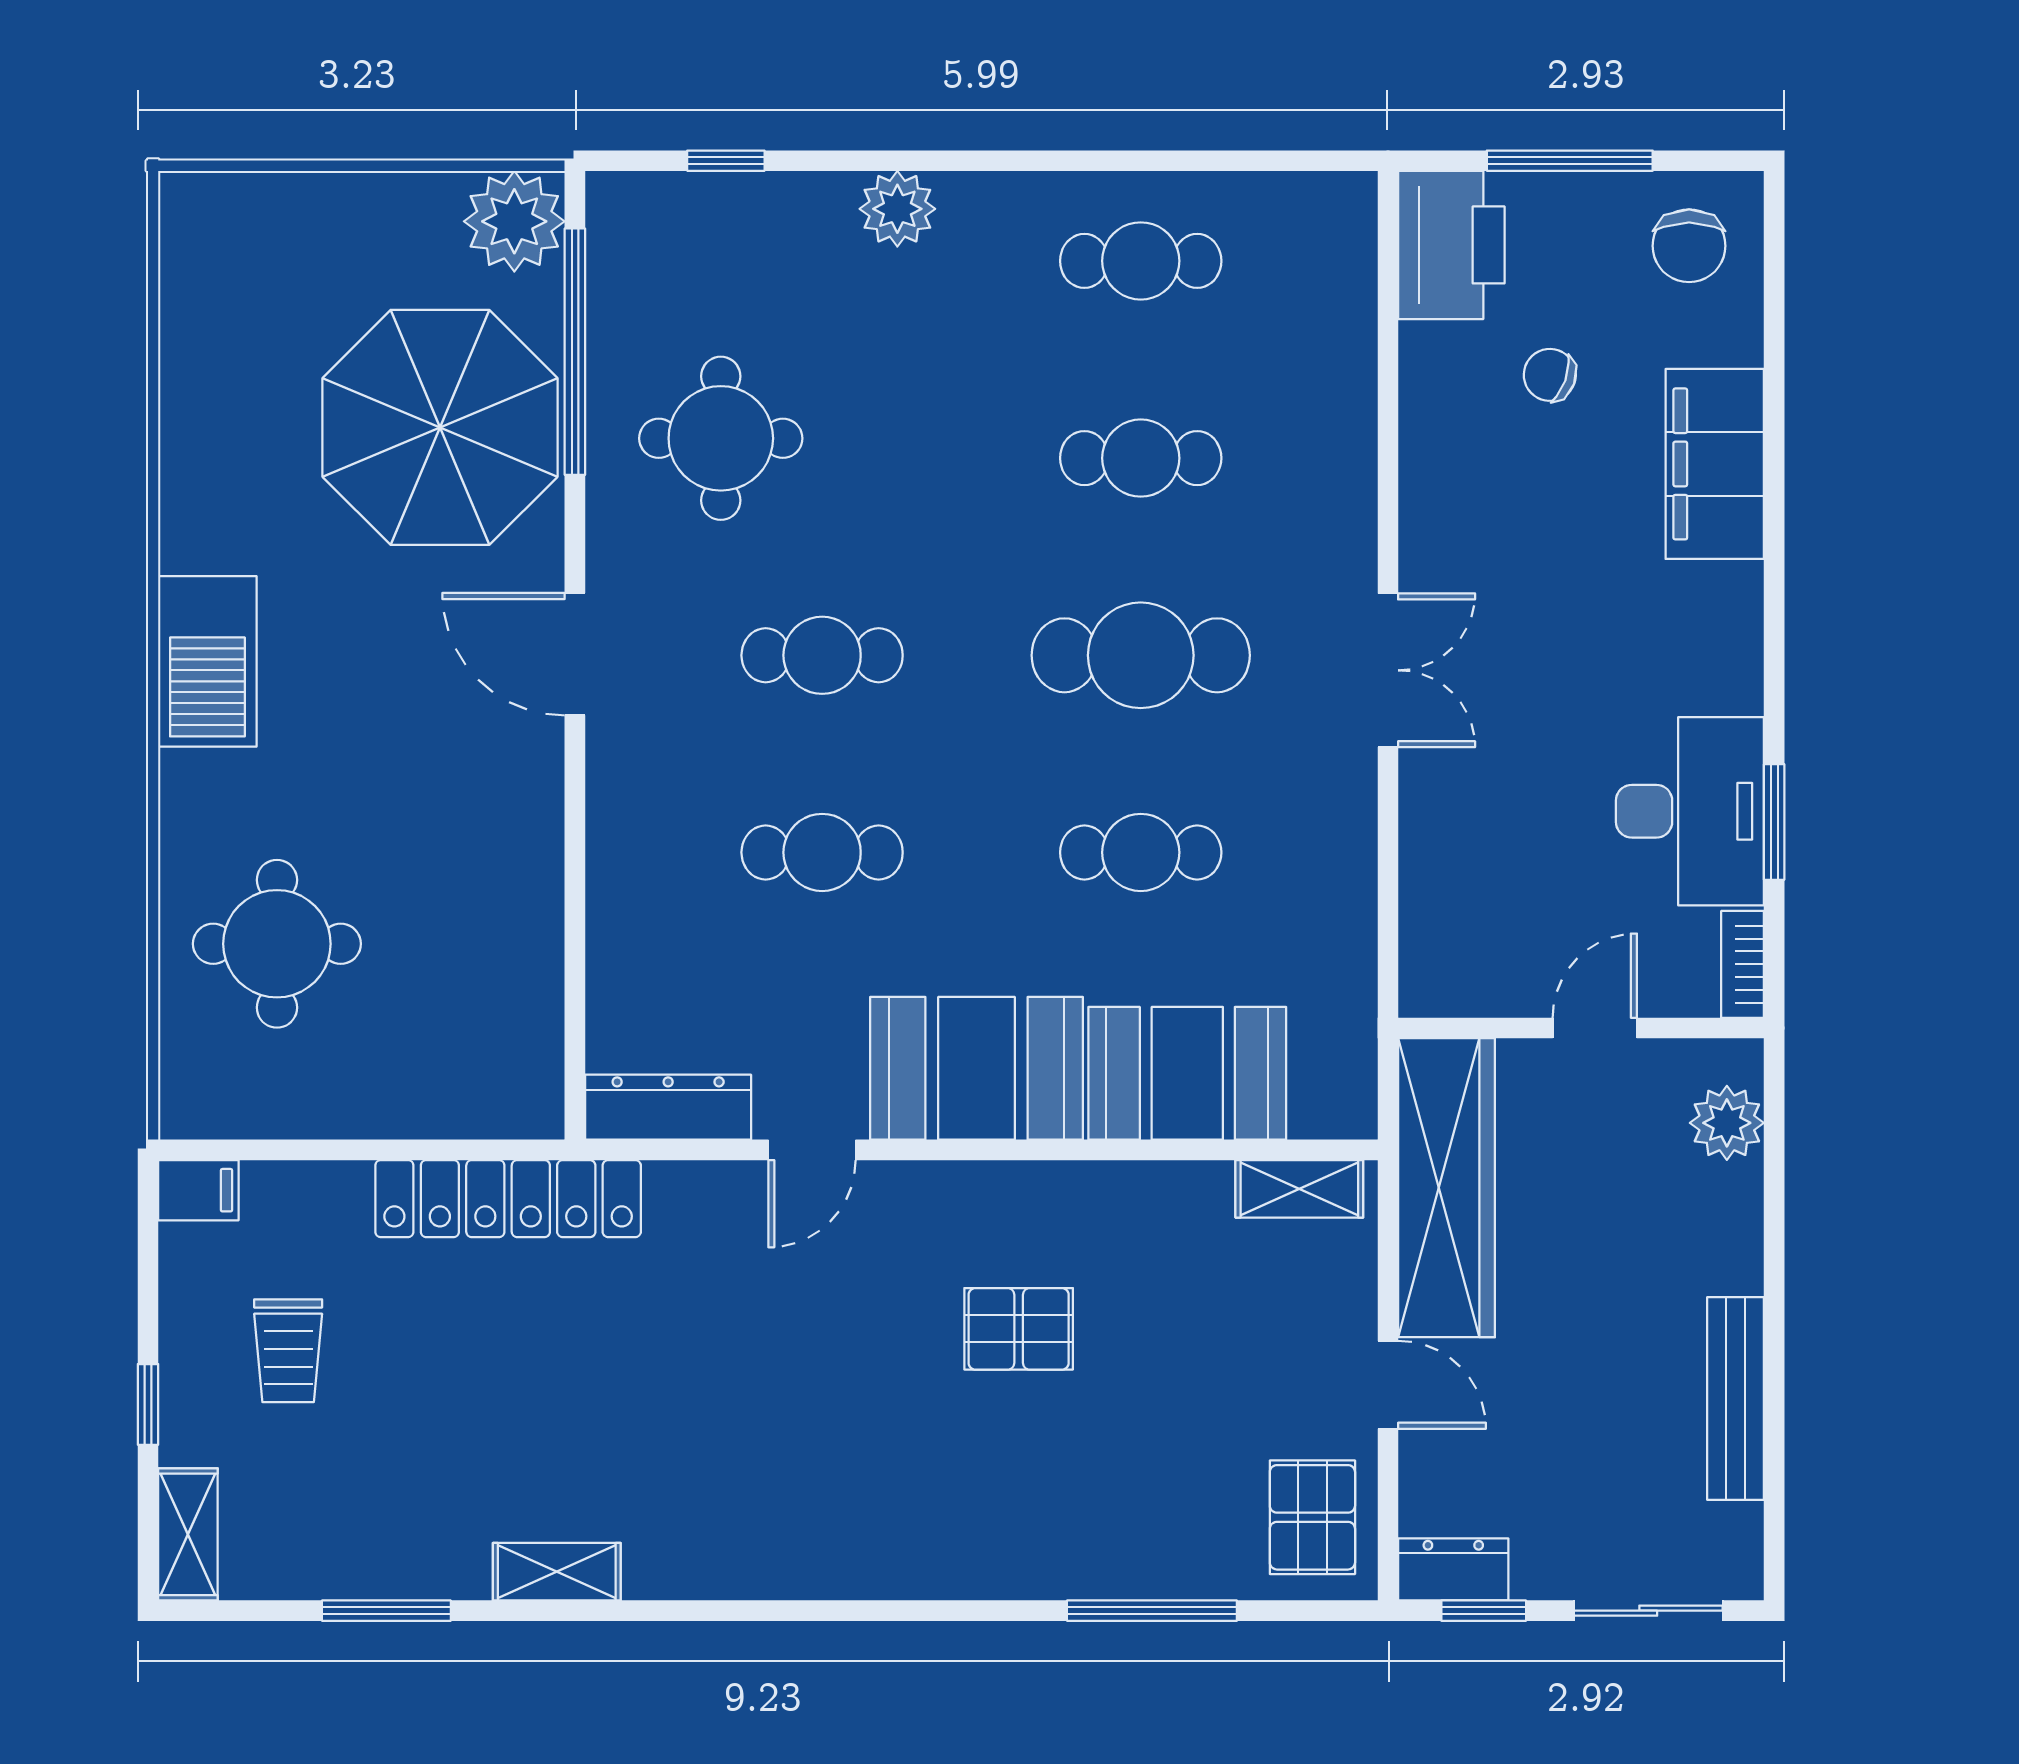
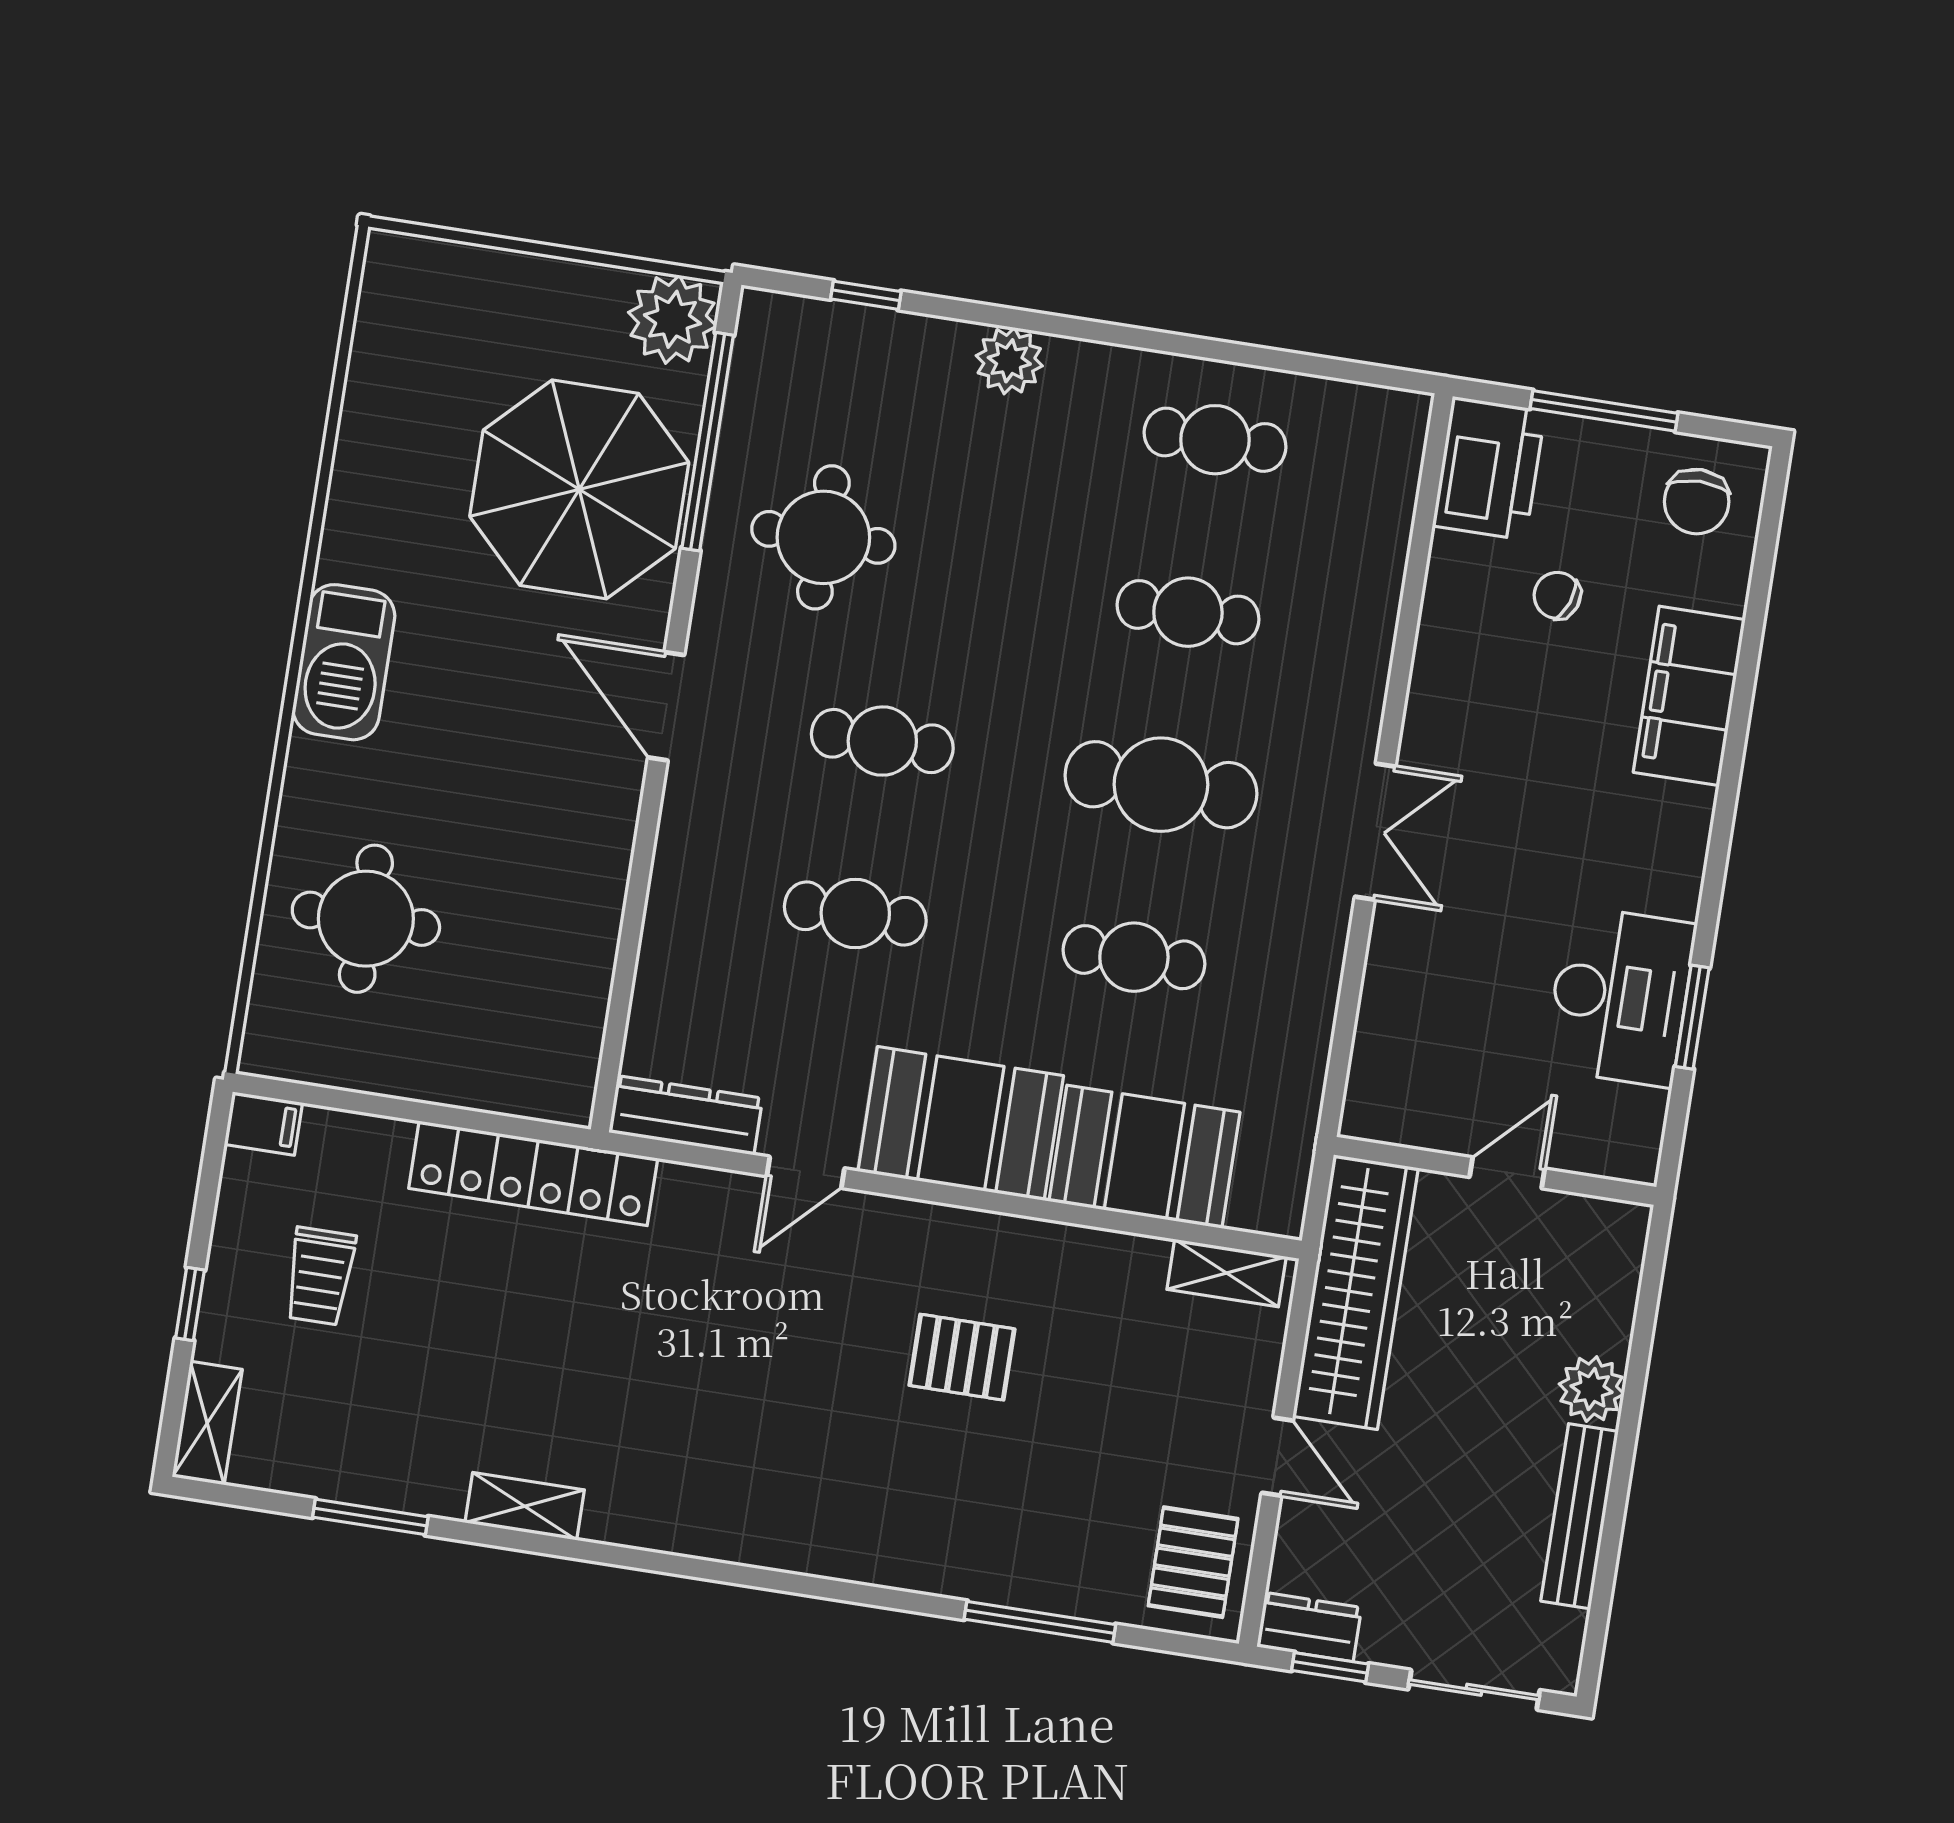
bookcase: (1743, 964) -> (1645, 1137), removed
plant: (1727, 1123) -> (1592, 1389), moved

